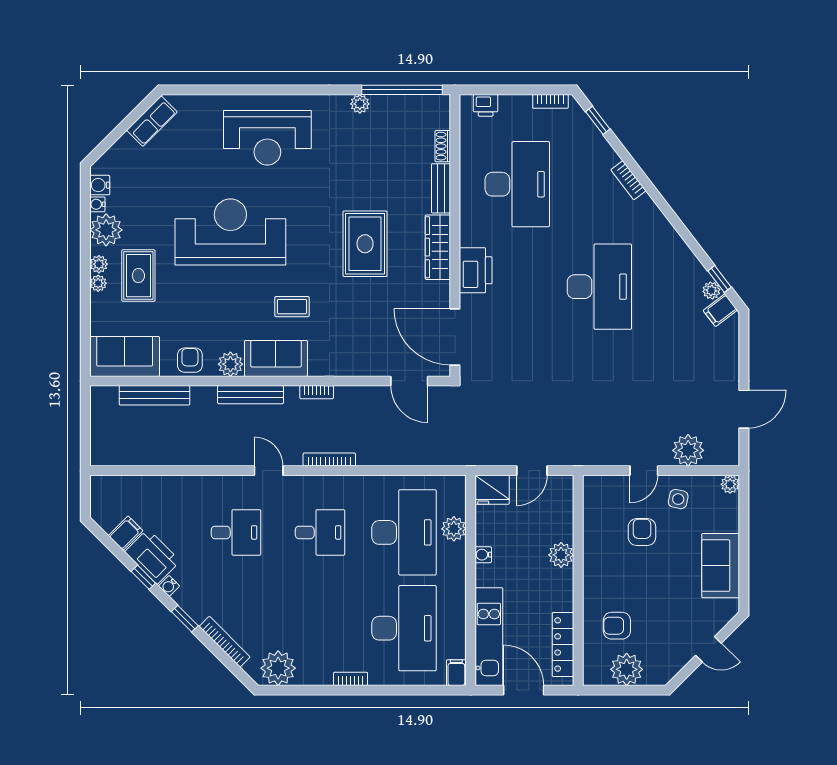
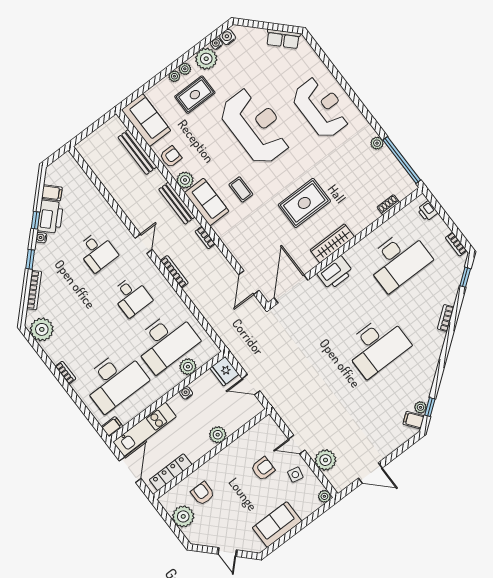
reception desk: (267, 138) -> (321, 107), turned 180
bench: (441, 188) -> (365, 221), removed

